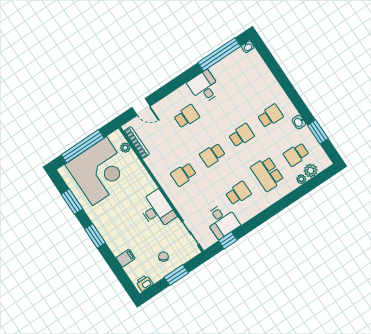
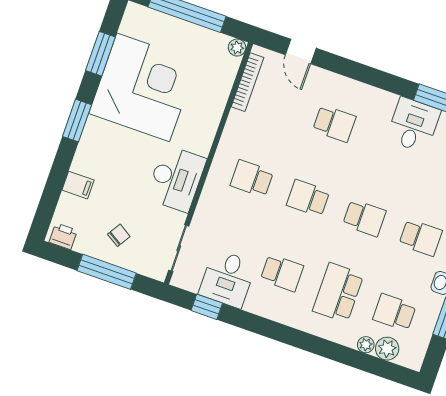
desk: (204, 87) -> (413, 125), moved
plant: (125, 148) -> (237, 48), moved
corner desk: (99, 171) -> (143, 87), moved, turned -90
window: (176, 275) -> (107, 272), width x1.44

